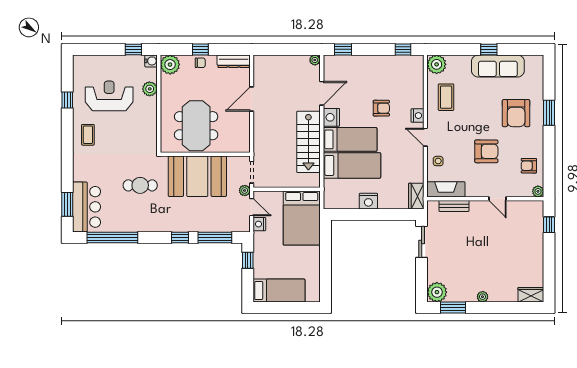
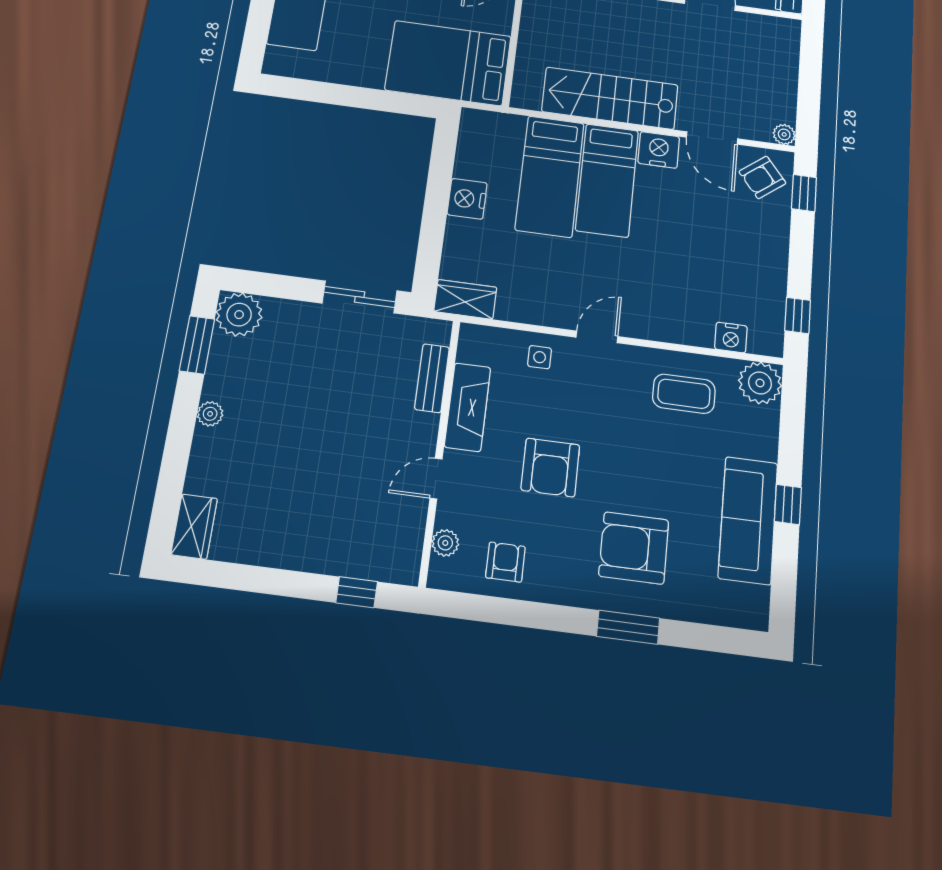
armchair: (381, 108) -> (762, 177), moved, turned 52
nightstand: (417, 116) -> (731, 338), moved
fireplace: (446, 189) -> (468, 407), moved
plant: (538, 191) -> (445, 543), moved

